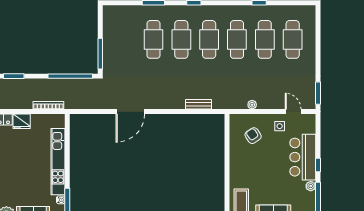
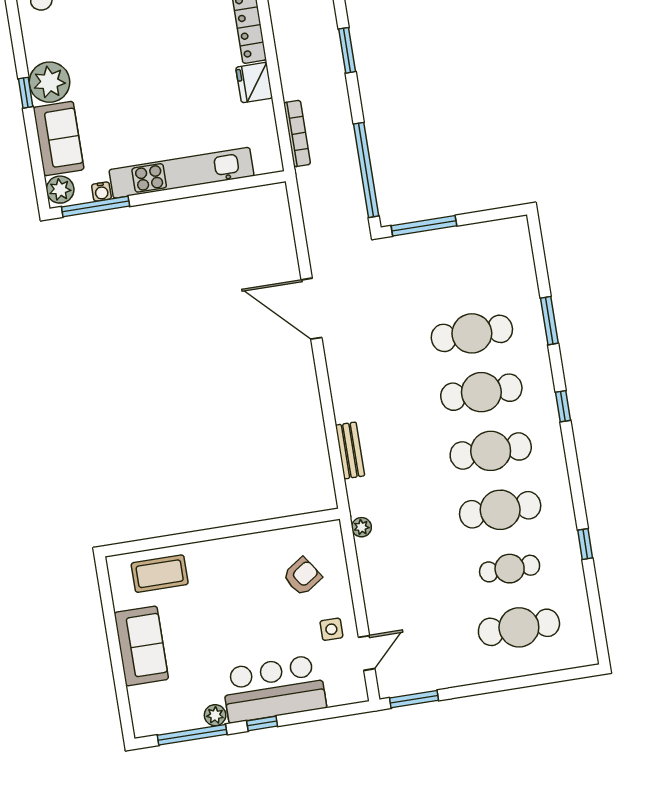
cafe table: (265, 39) -> (510, 569), width x0.73, depth x0.74
plant: (252, 105) -> (361, 527), moved

